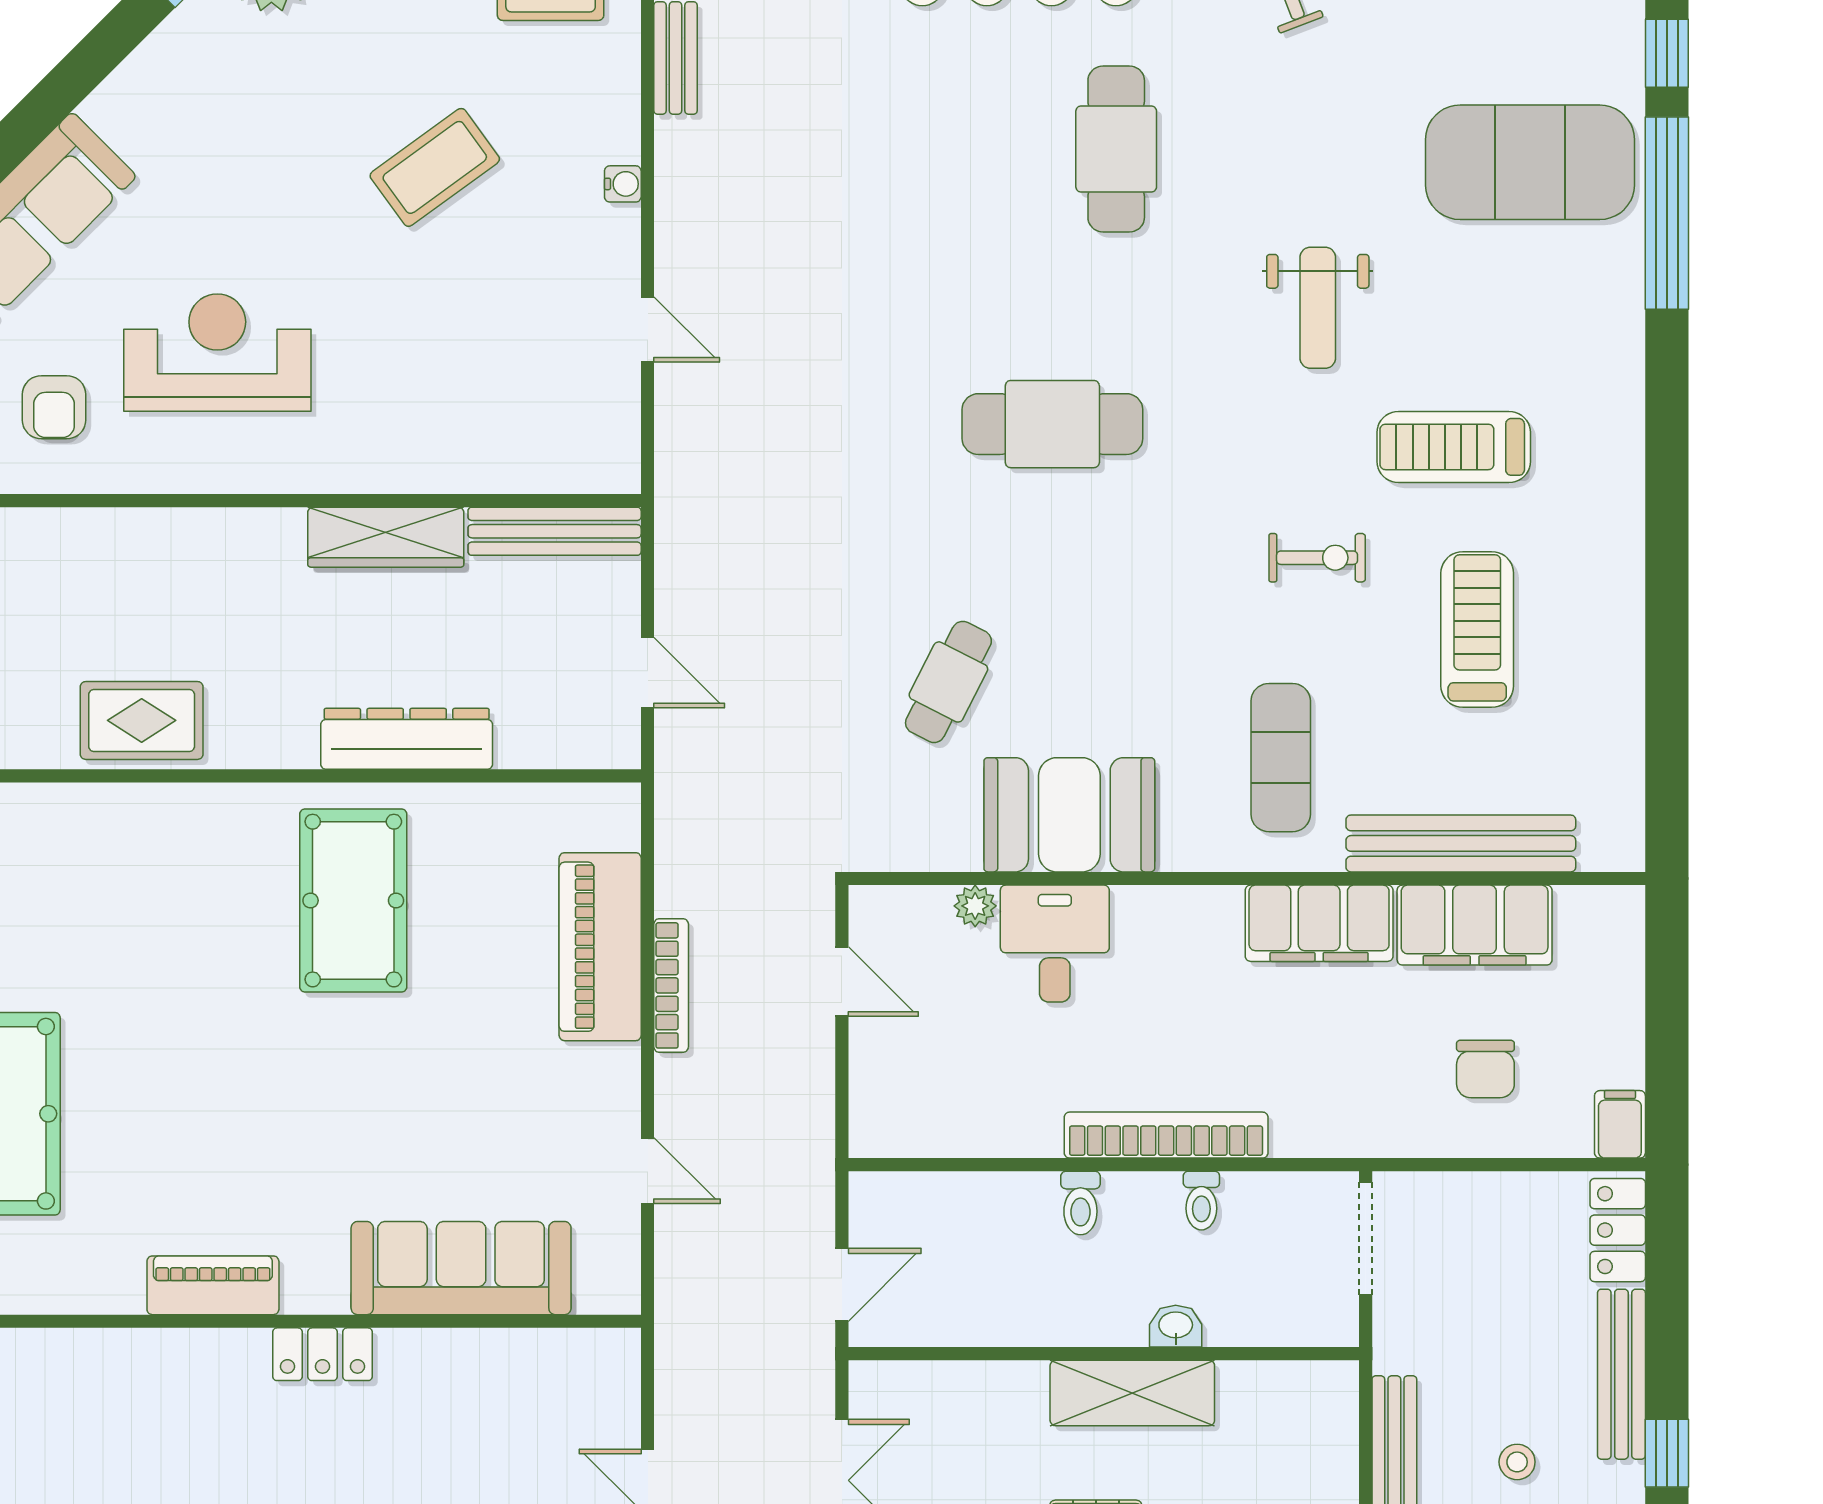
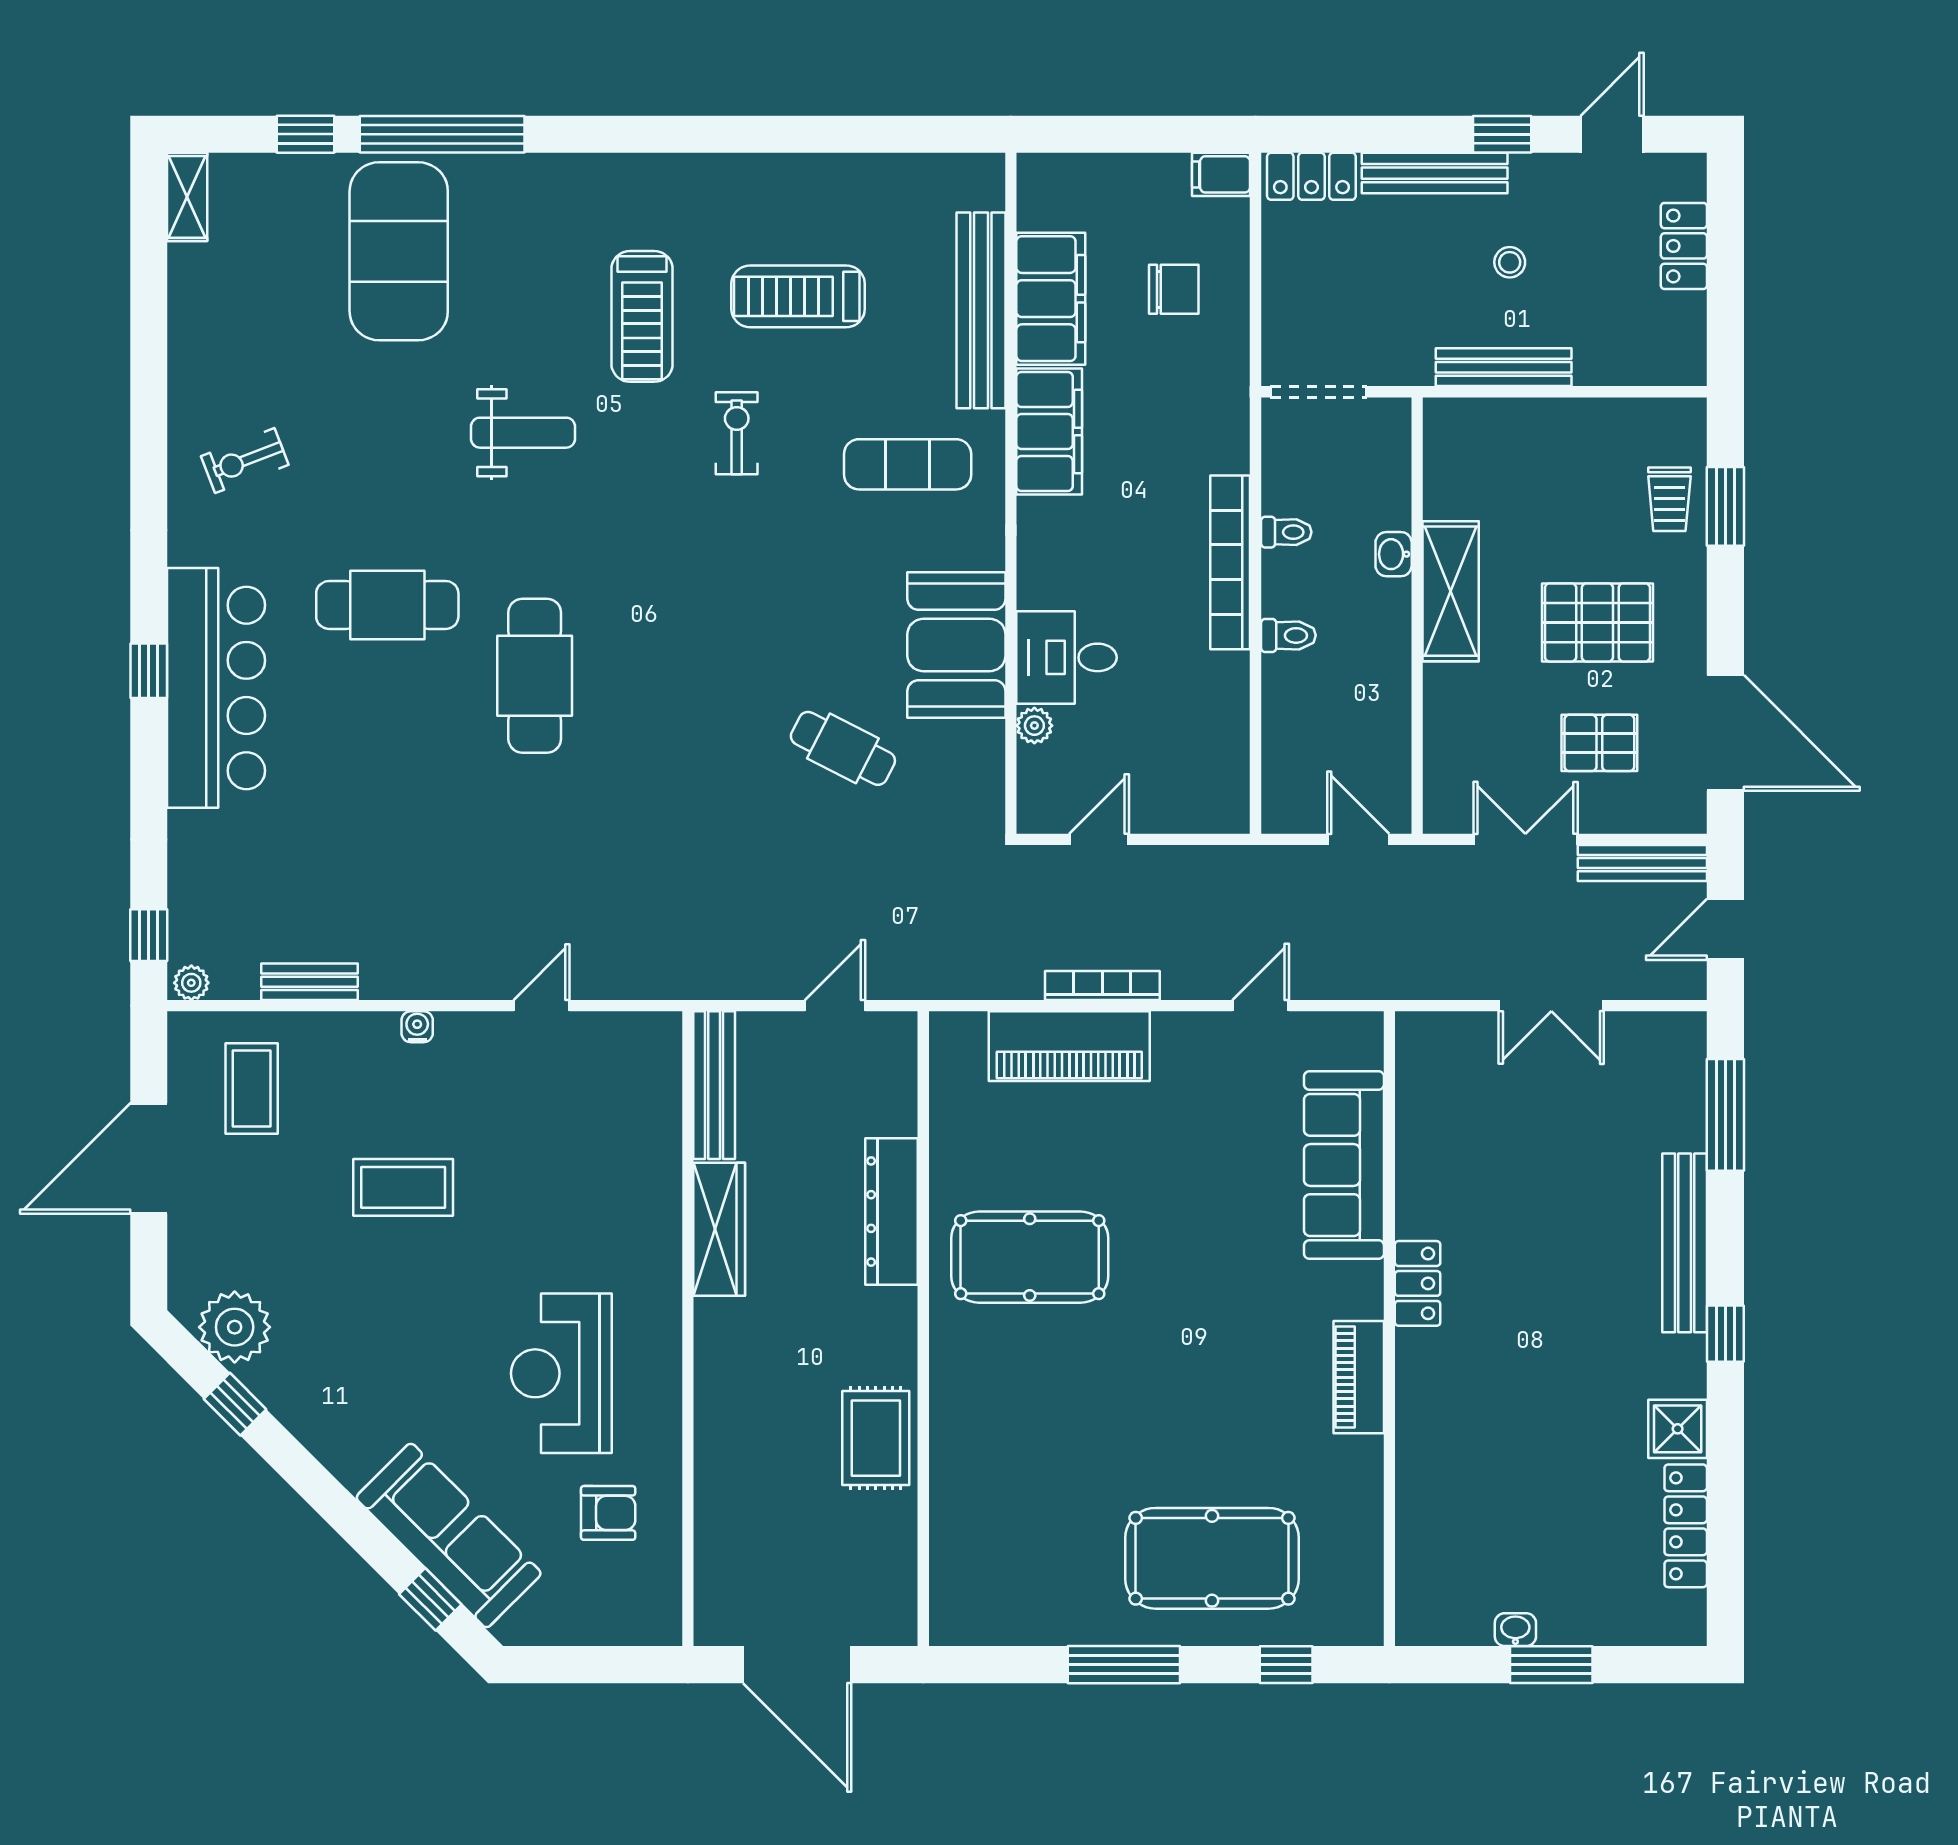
coffee table: (435, 167) -> (403, 1187), turned -54
cafe table: (1052, 424) -> (535, 676), moved

